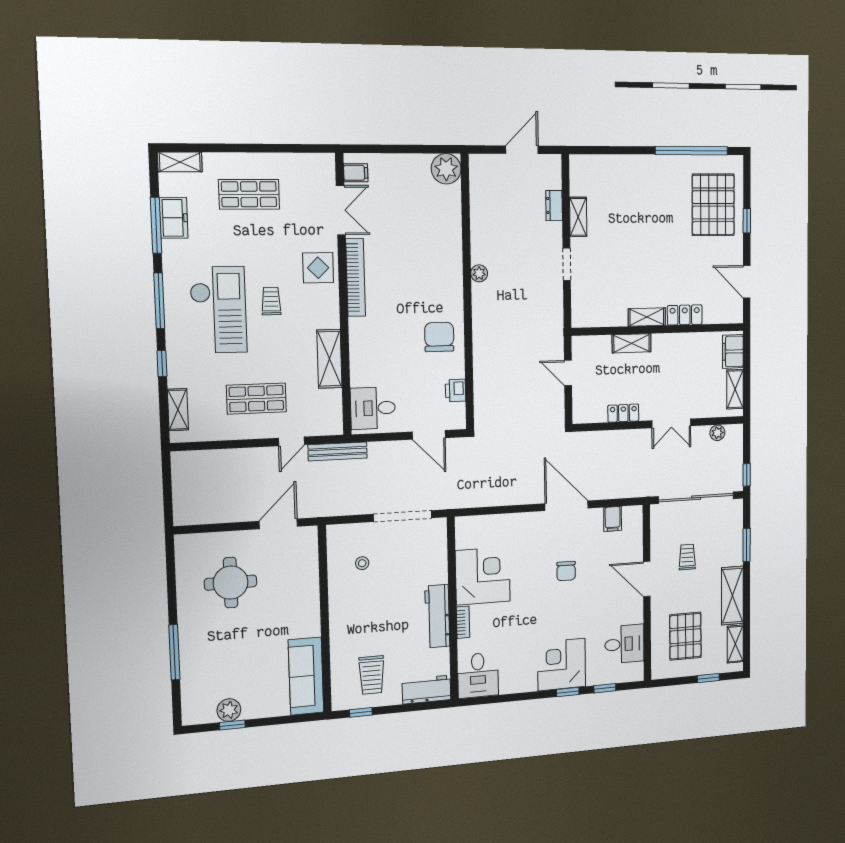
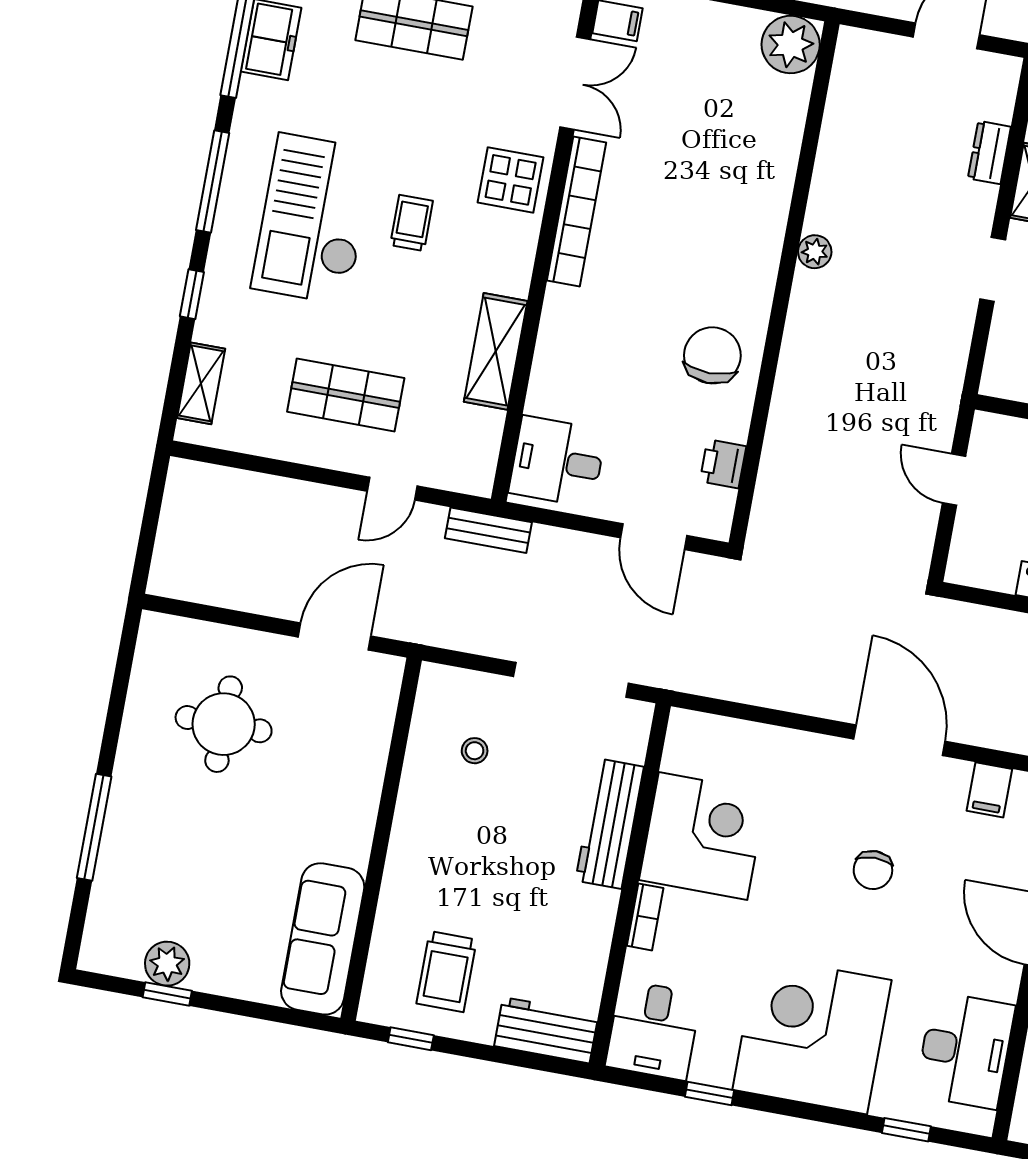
checkout: (218, 310) -> (313, 219), turned 180
bench: (338, 452) -> (488, 530), width x0.73
workbench: (437, 616) -> (610, 824), moved
desk: (624, 644) -> (965, 1050), width x1.37
corner desk: (562, 664) -> (812, 1035), width x1.36, depth x1.36
window: (568, 692) -> (710, 1094), moved

